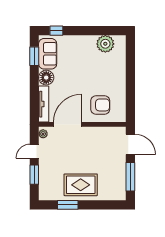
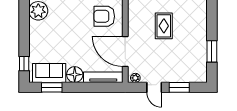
armchair: (100, 105) -> (104, 16), turned -90
rug: (81, 185) -> (164, 26), moved, width x0.73, depth x0.70

